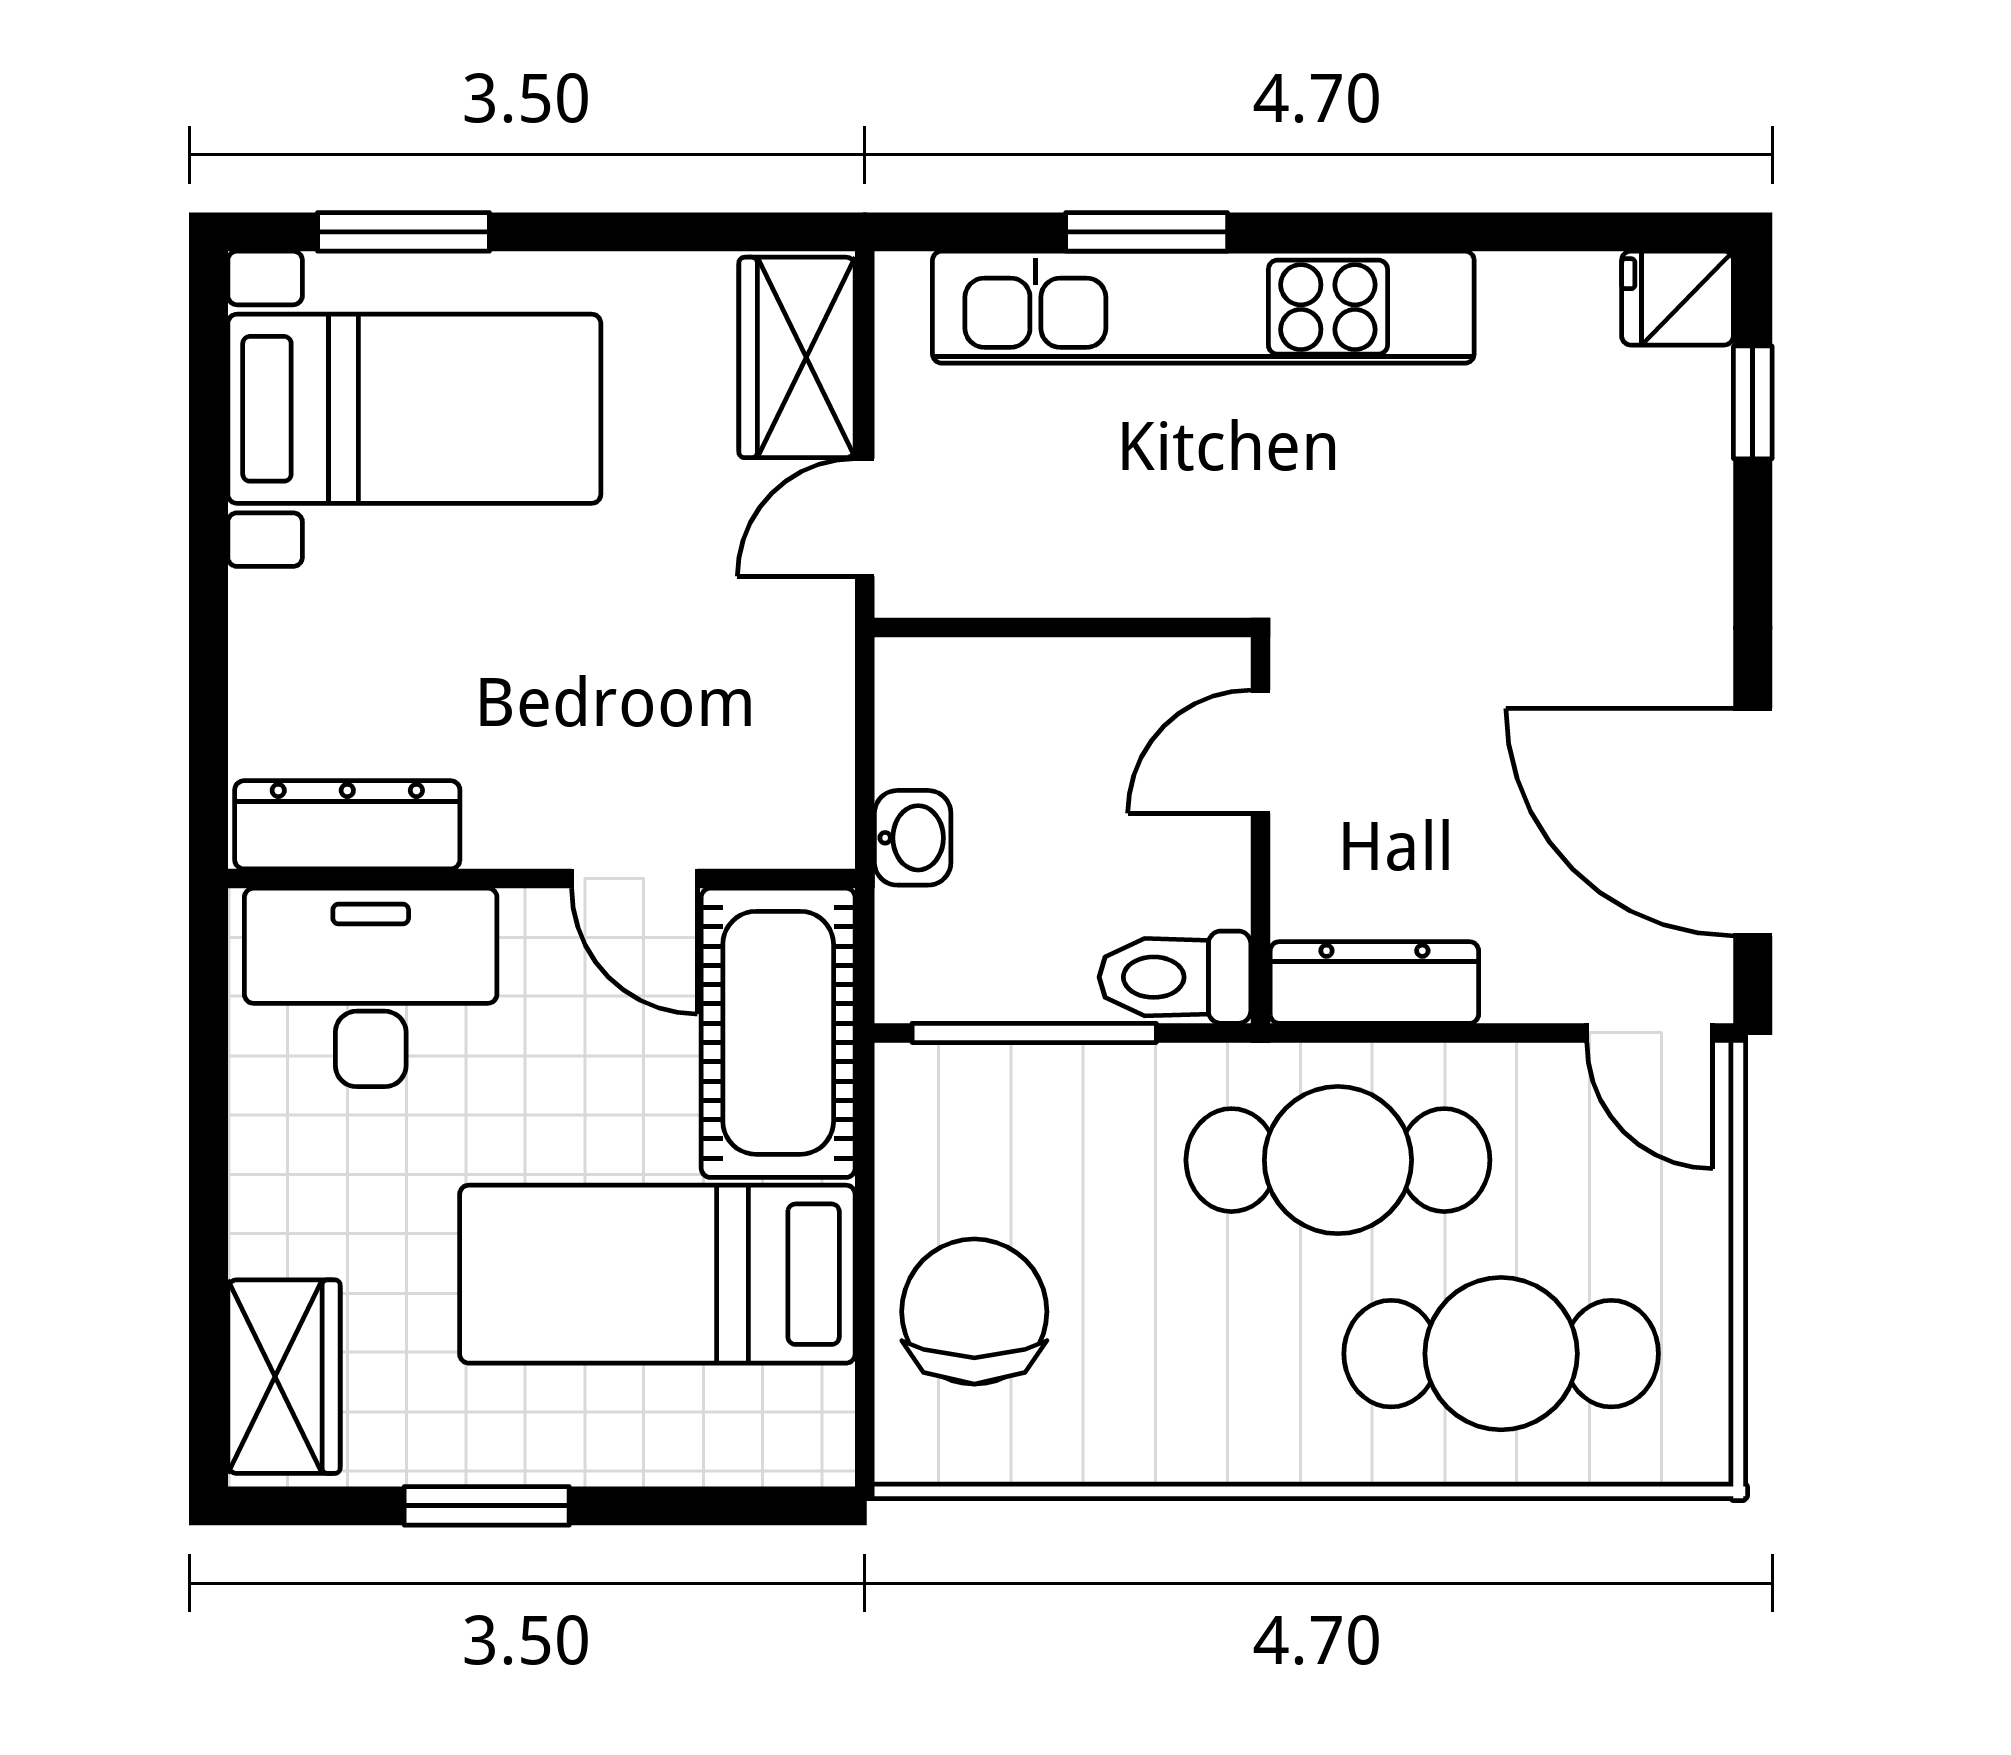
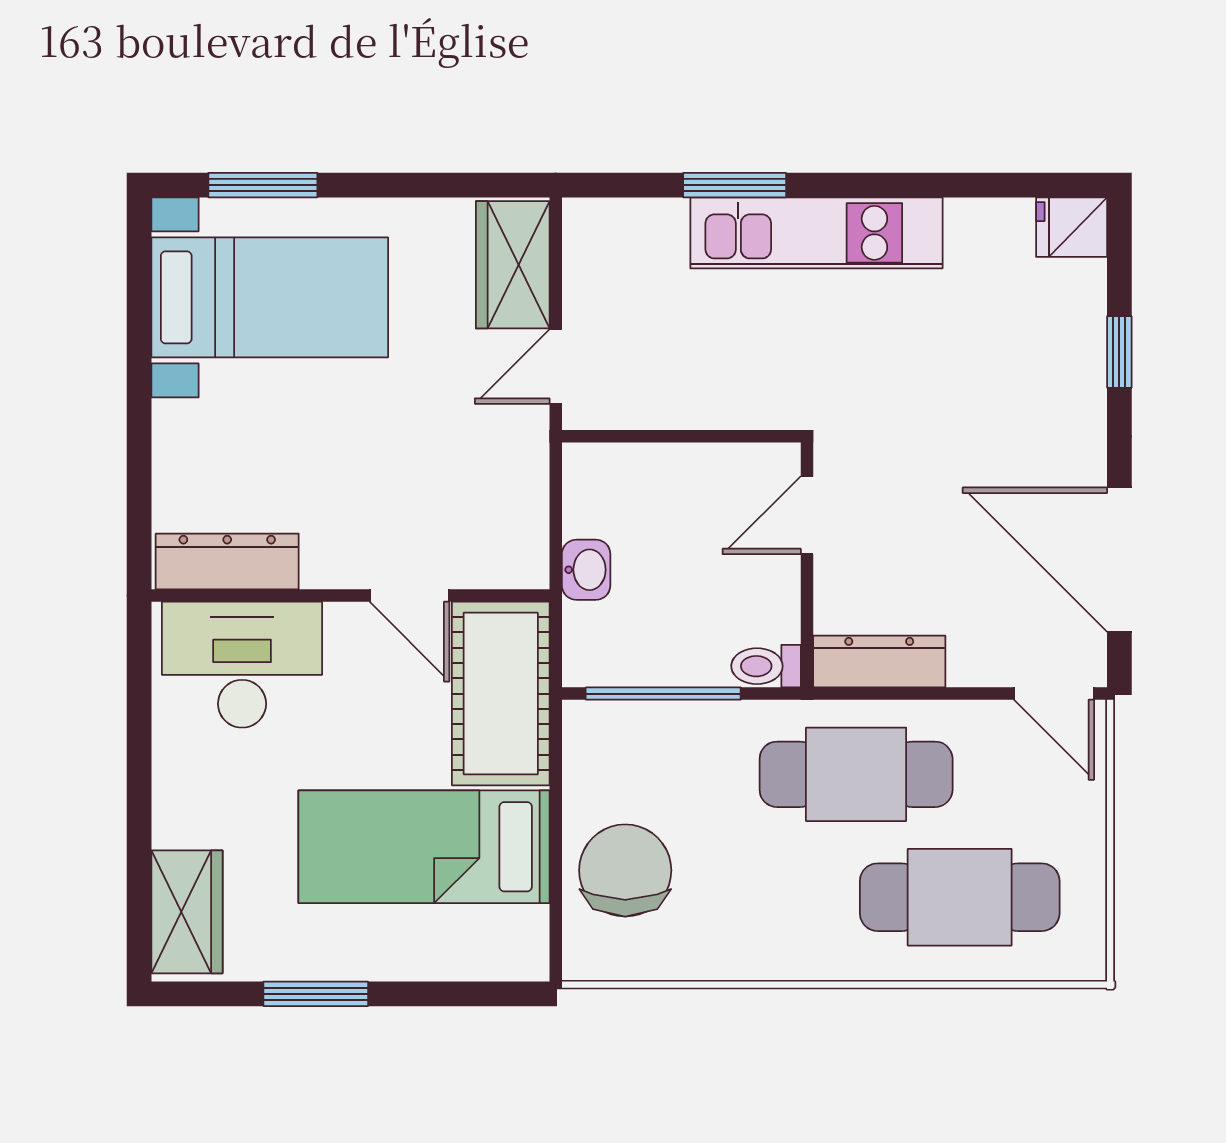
kitchen unit: (1203, 307) -> (816, 233), width x0.73
window: (1753, 402) -> (1119, 352), moved
toilet: (1175, 977) -> (766, 666), width x0.73, depth x0.72

